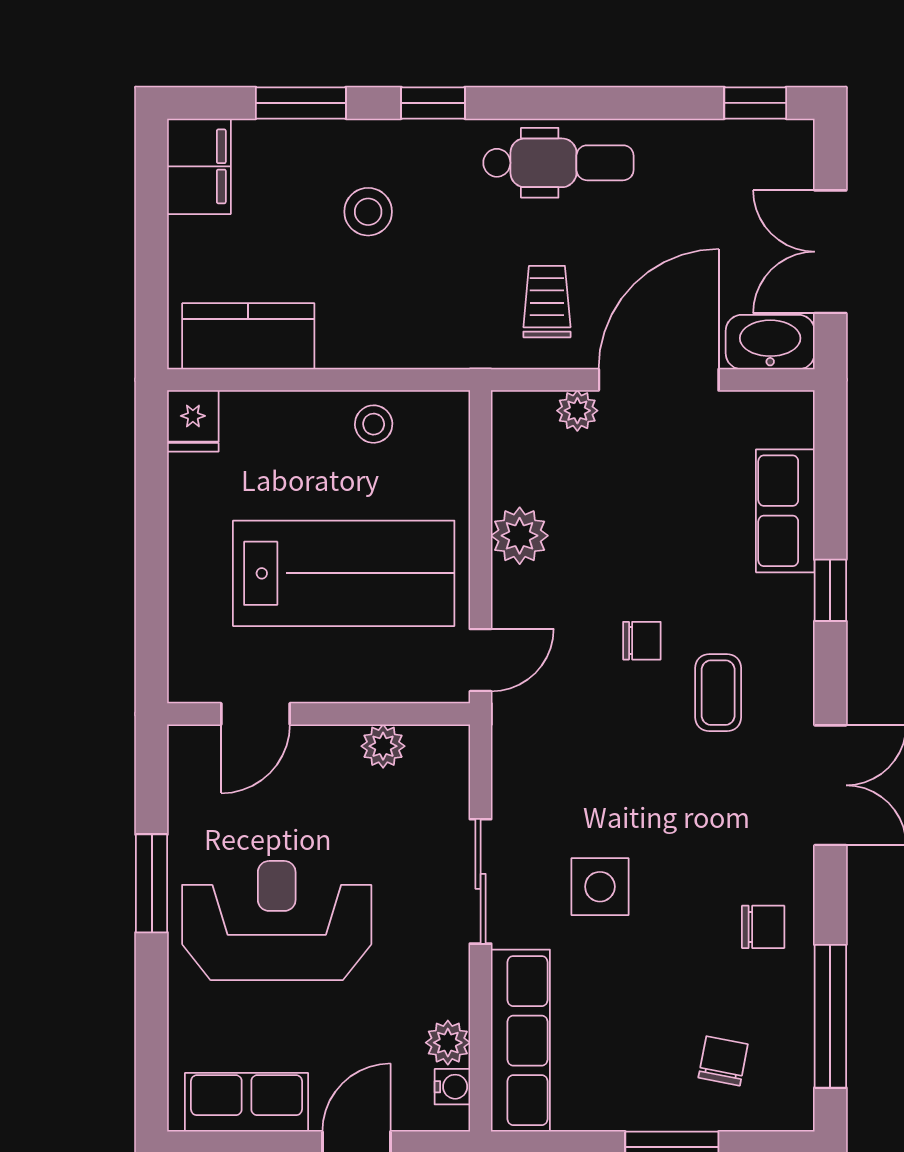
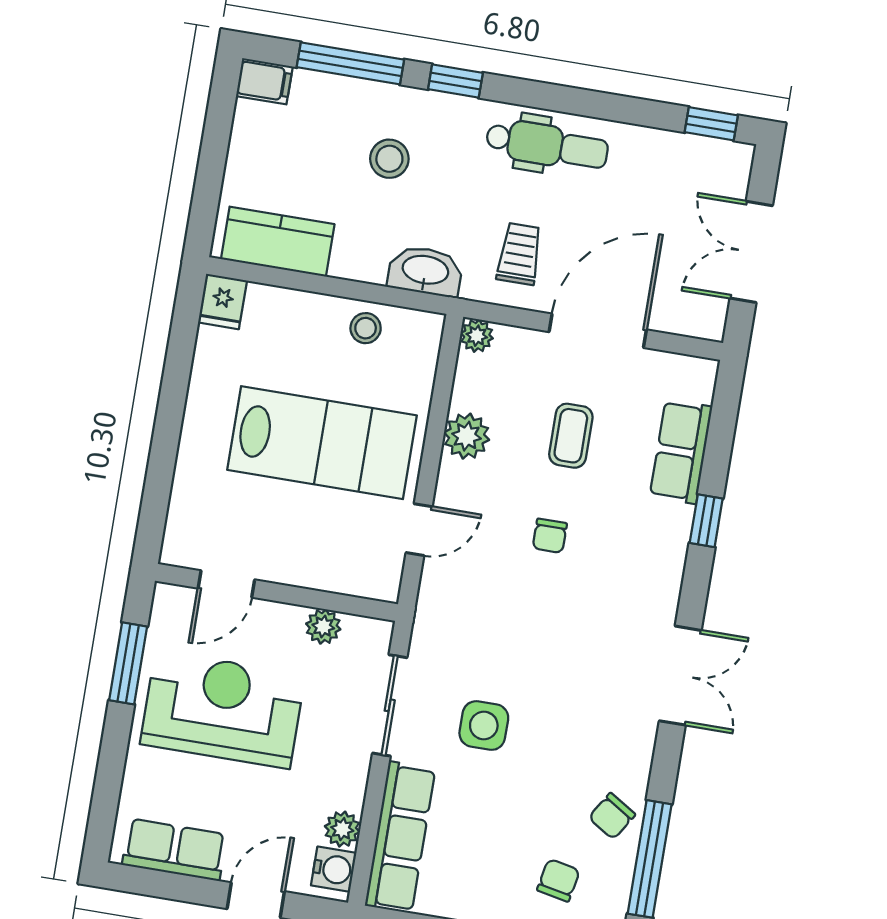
window: (301, 103) -> (350, 63), width x1.44
filing cabinet: (199, 166) -> (264, 81), width x0.50
washbasin: (770, 342) -> (425, 271), moved
plant: (577, 411) -> (477, 336), moved
chair: (642, 641) -> (550, 536), turned 90
coffee table: (718, 693) -> (571, 436), moved
door: (256, 714) -> (226, 584), moved
wall: (319, 714) -> (276, 592), moved
plant: (383, 746) -> (323, 627), moved
chair: (763, 927) -> (612, 816), moved, turned 122
water cooler: (452, 1087) -> (334, 869), width x1.38, depth x1.38

